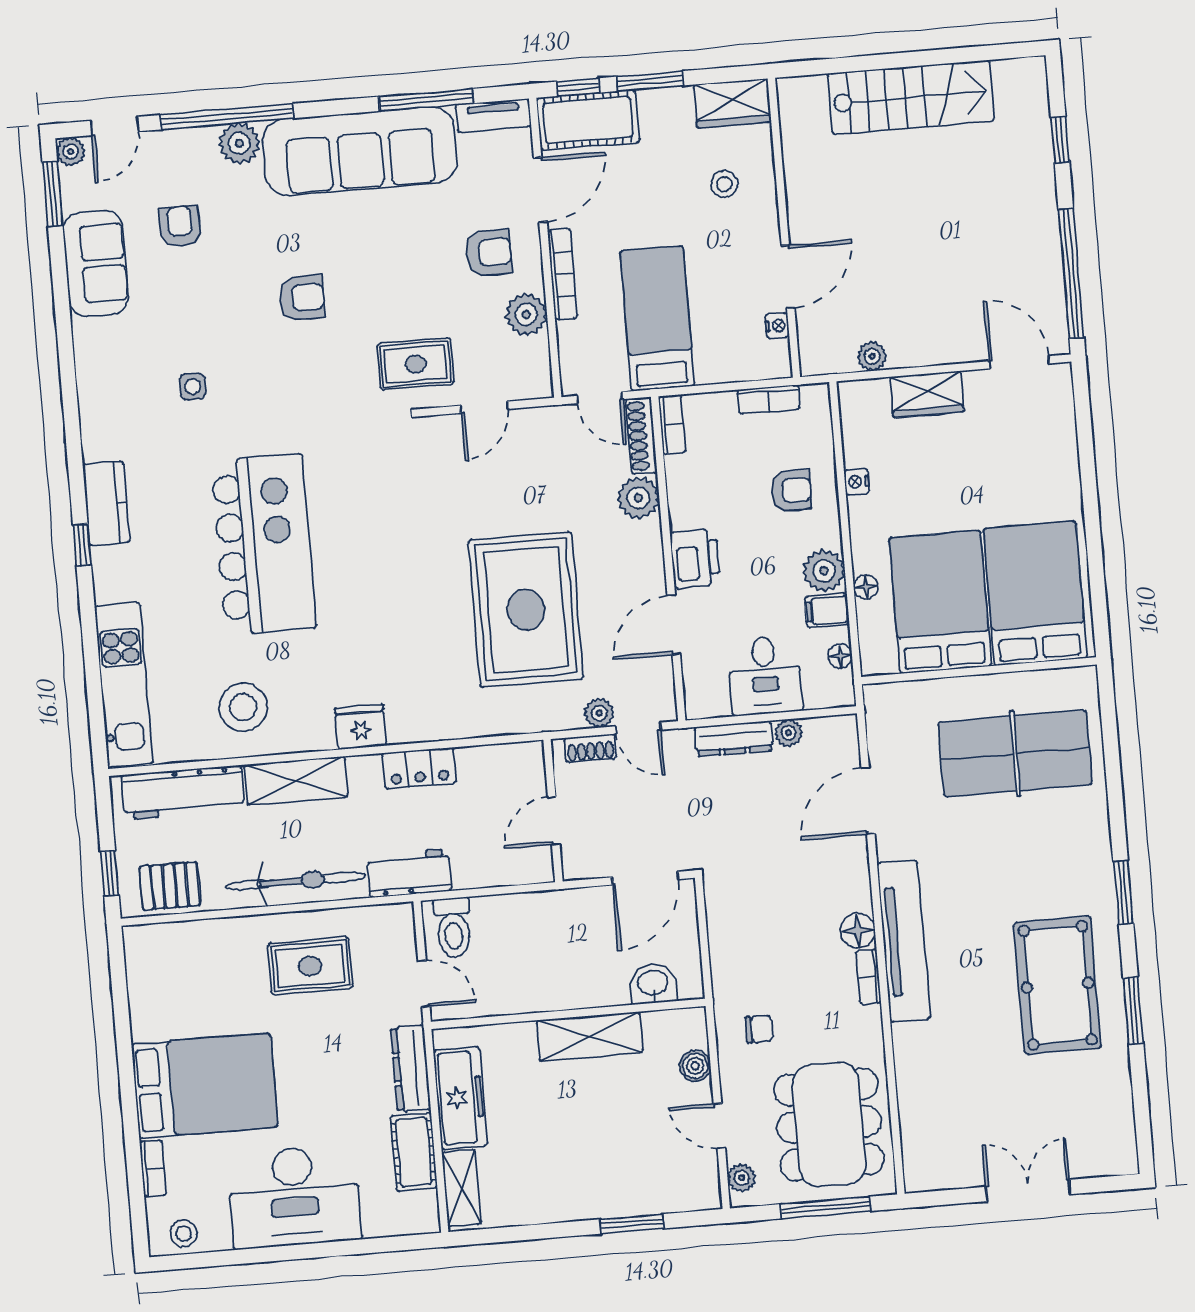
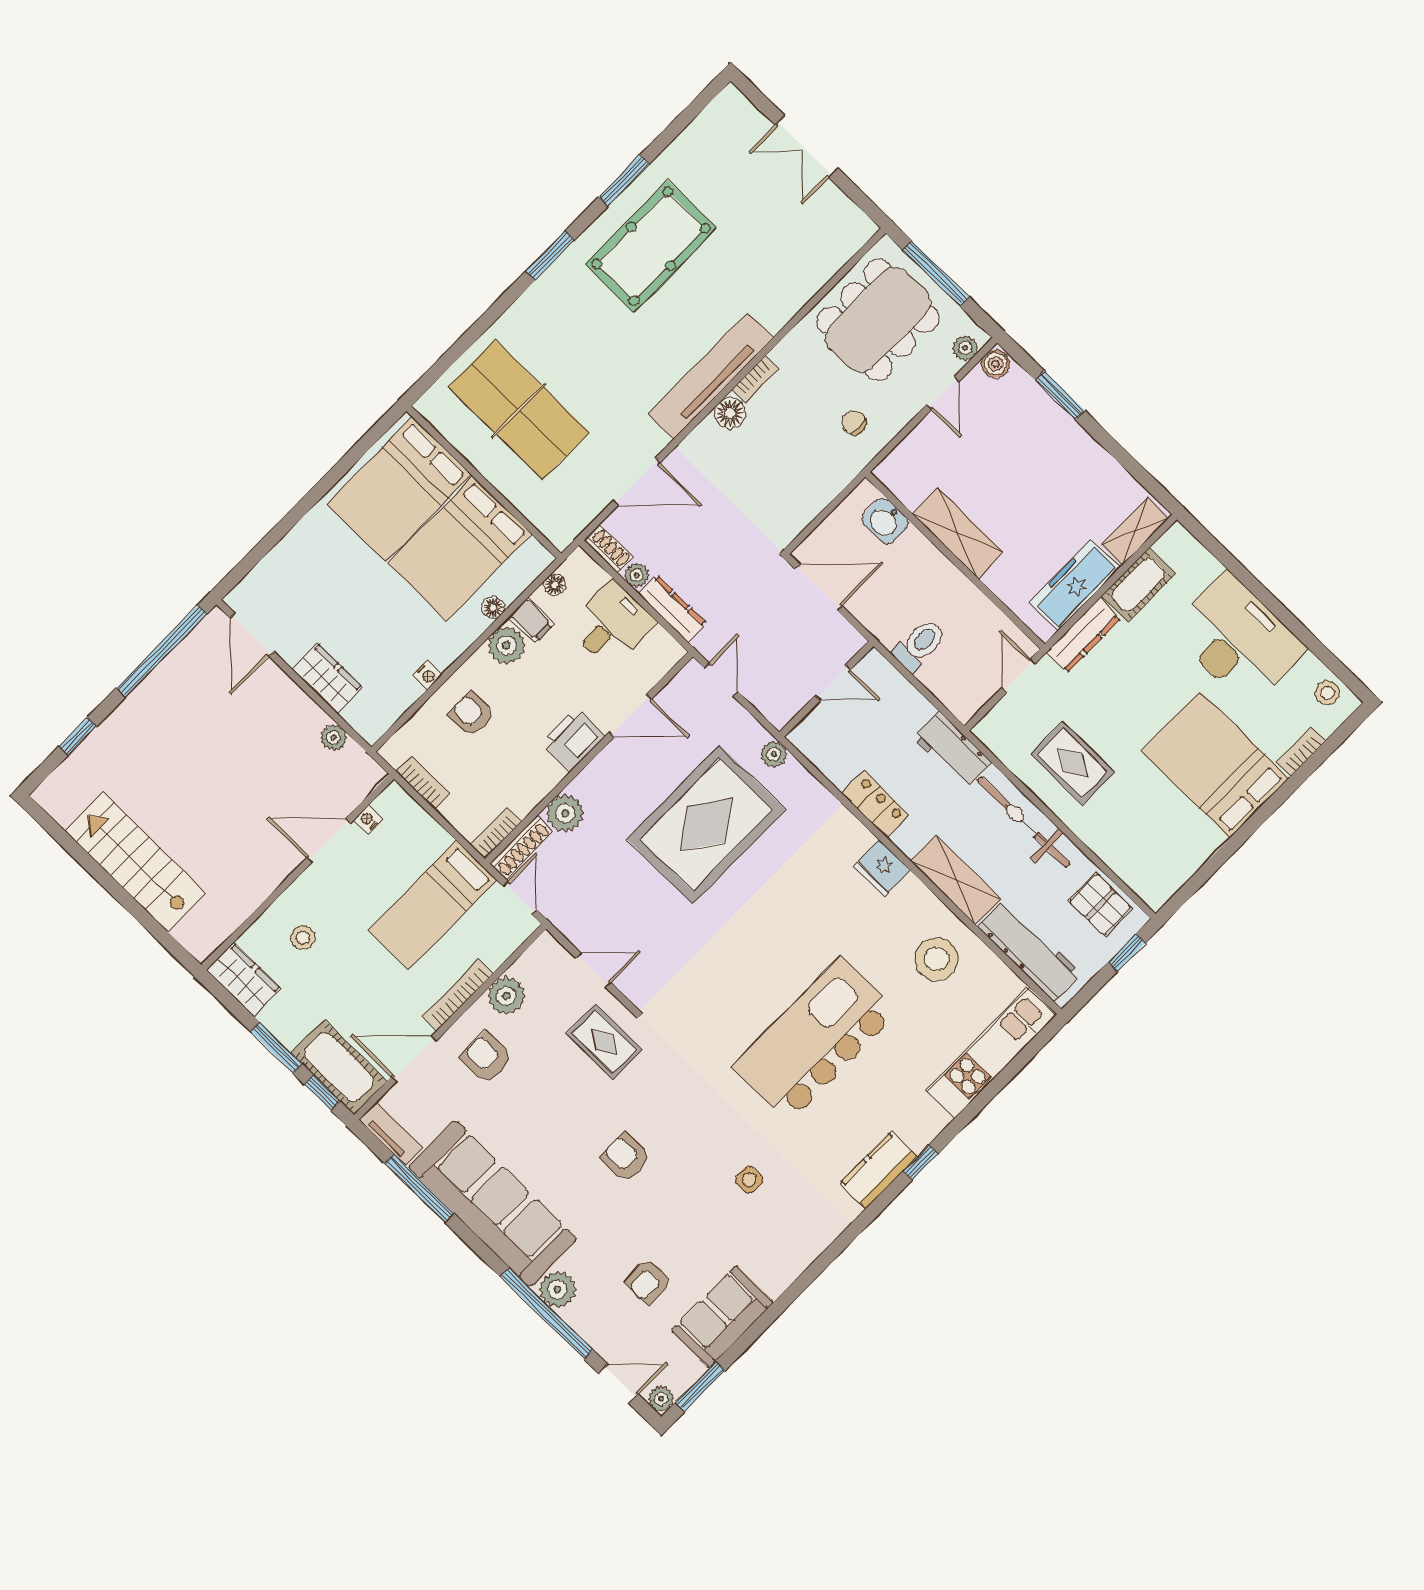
plant: (599, 713) -> (774, 754), moved
shoe rack: (590, 748) -> (609, 550), moved
toilet: (453, 928) -> (919, 645), moved
boiler: (695, 1066) -> (995, 364), moved

